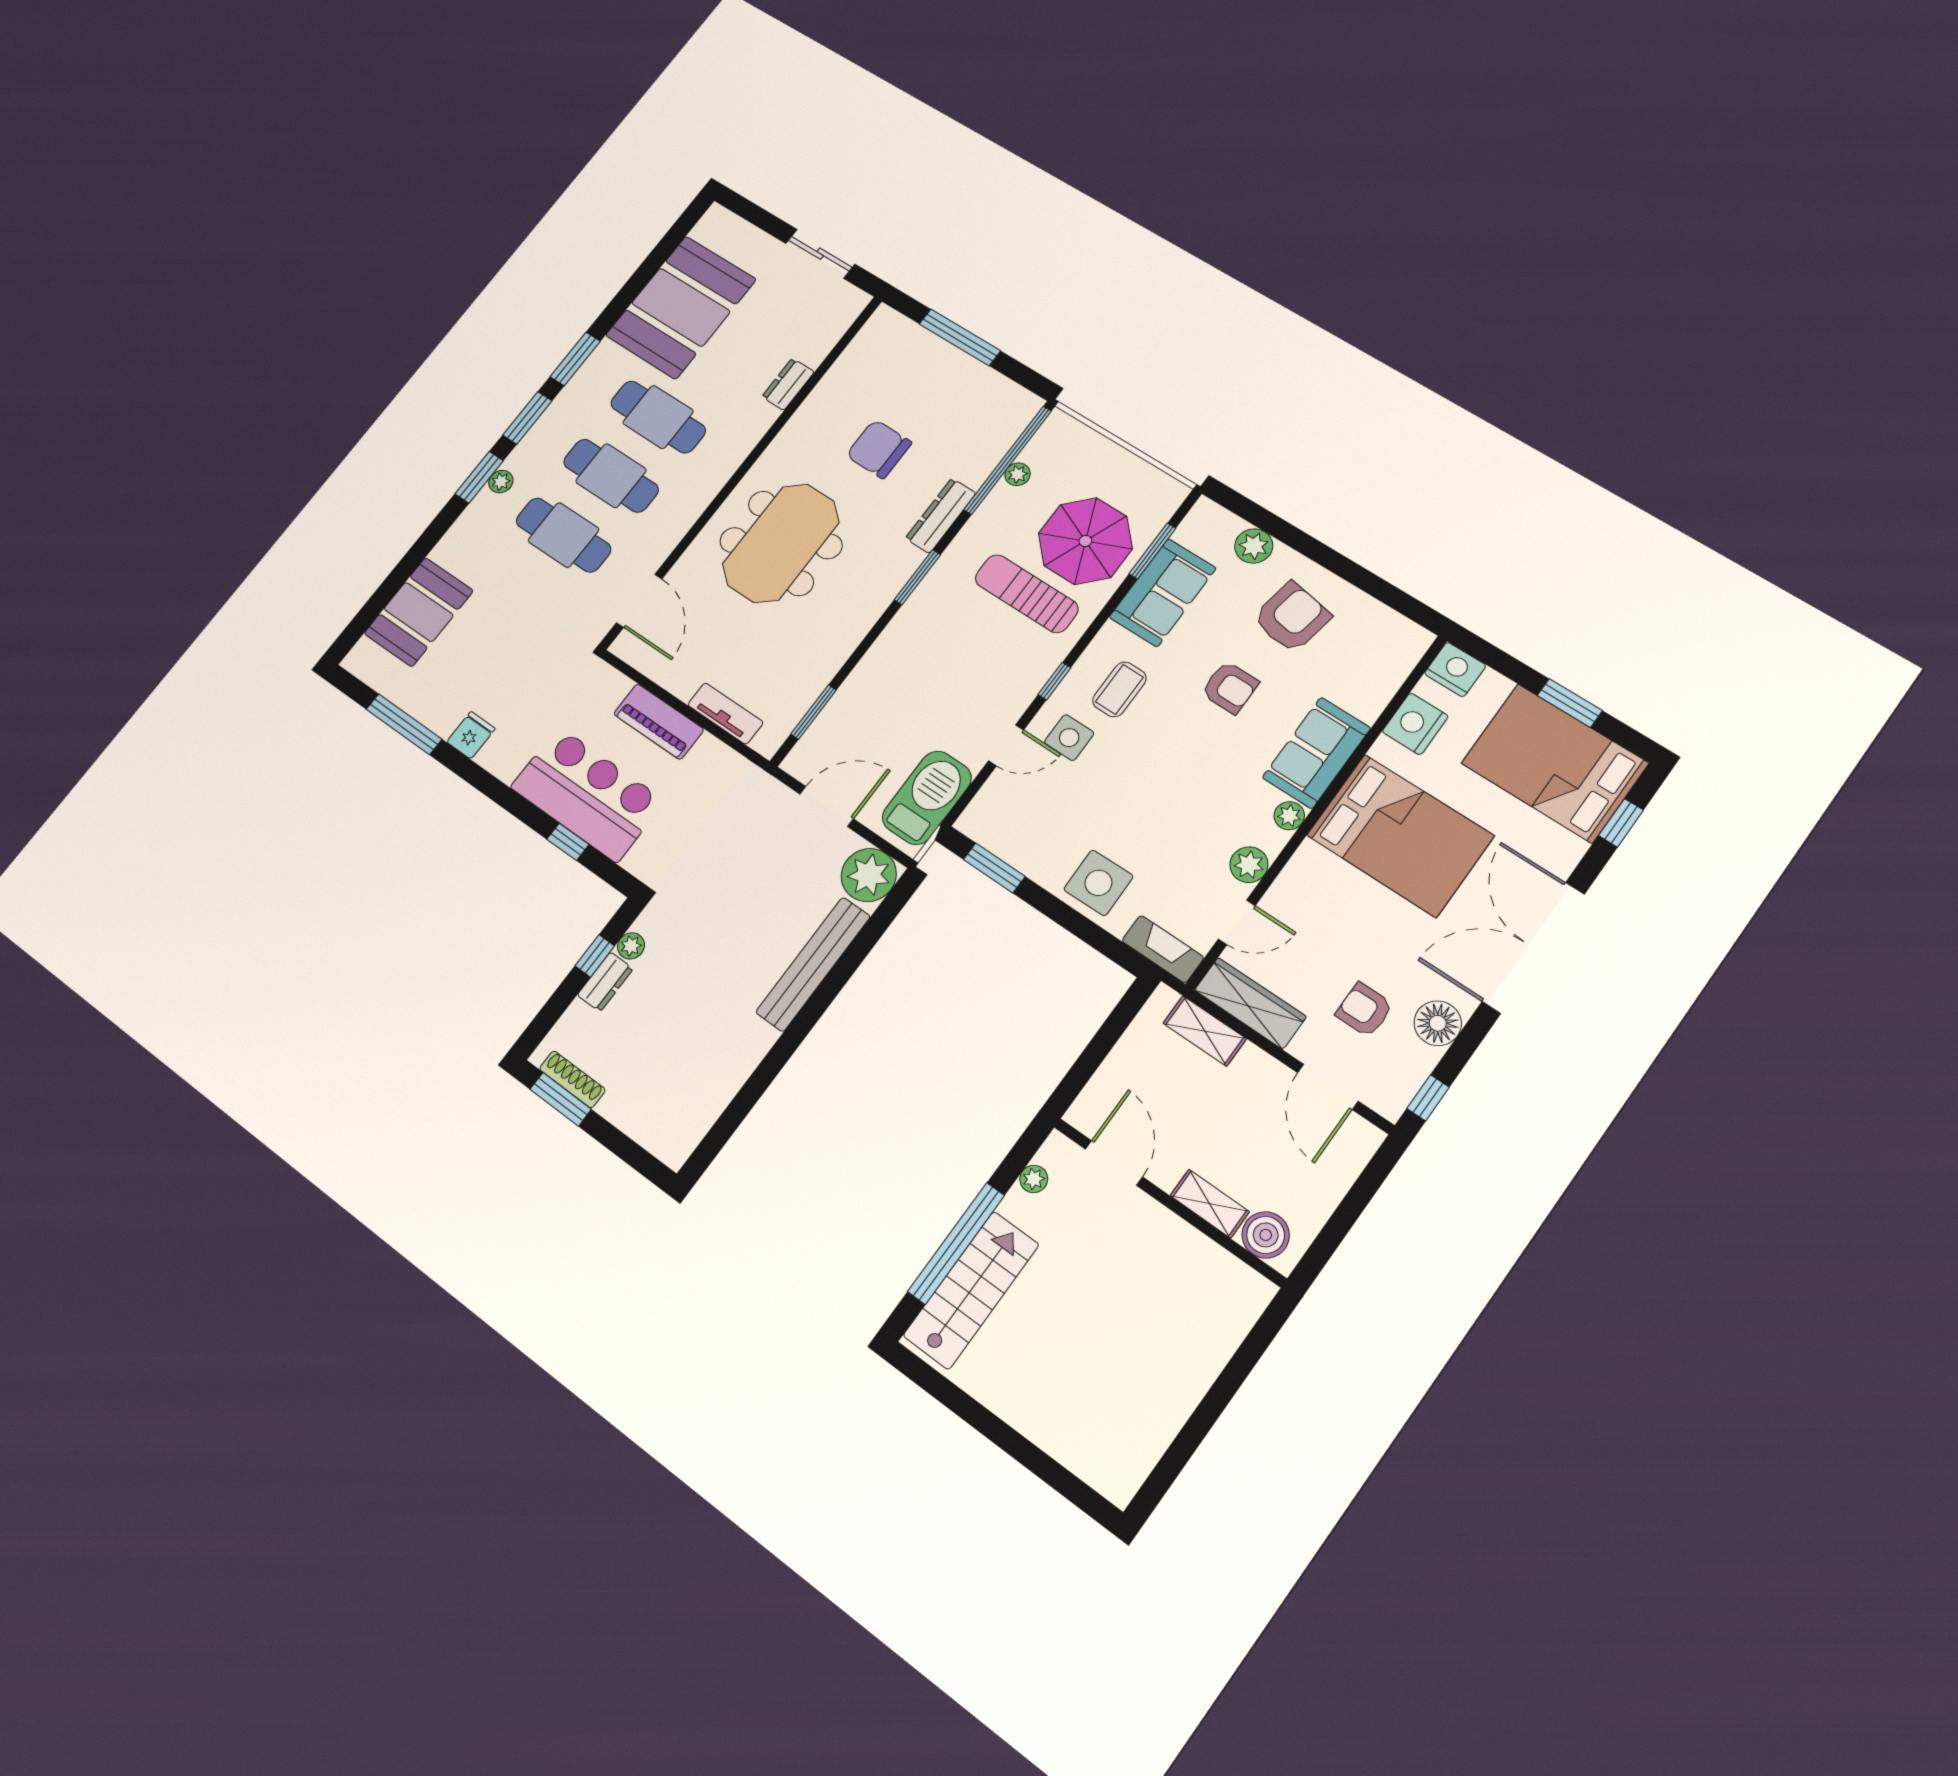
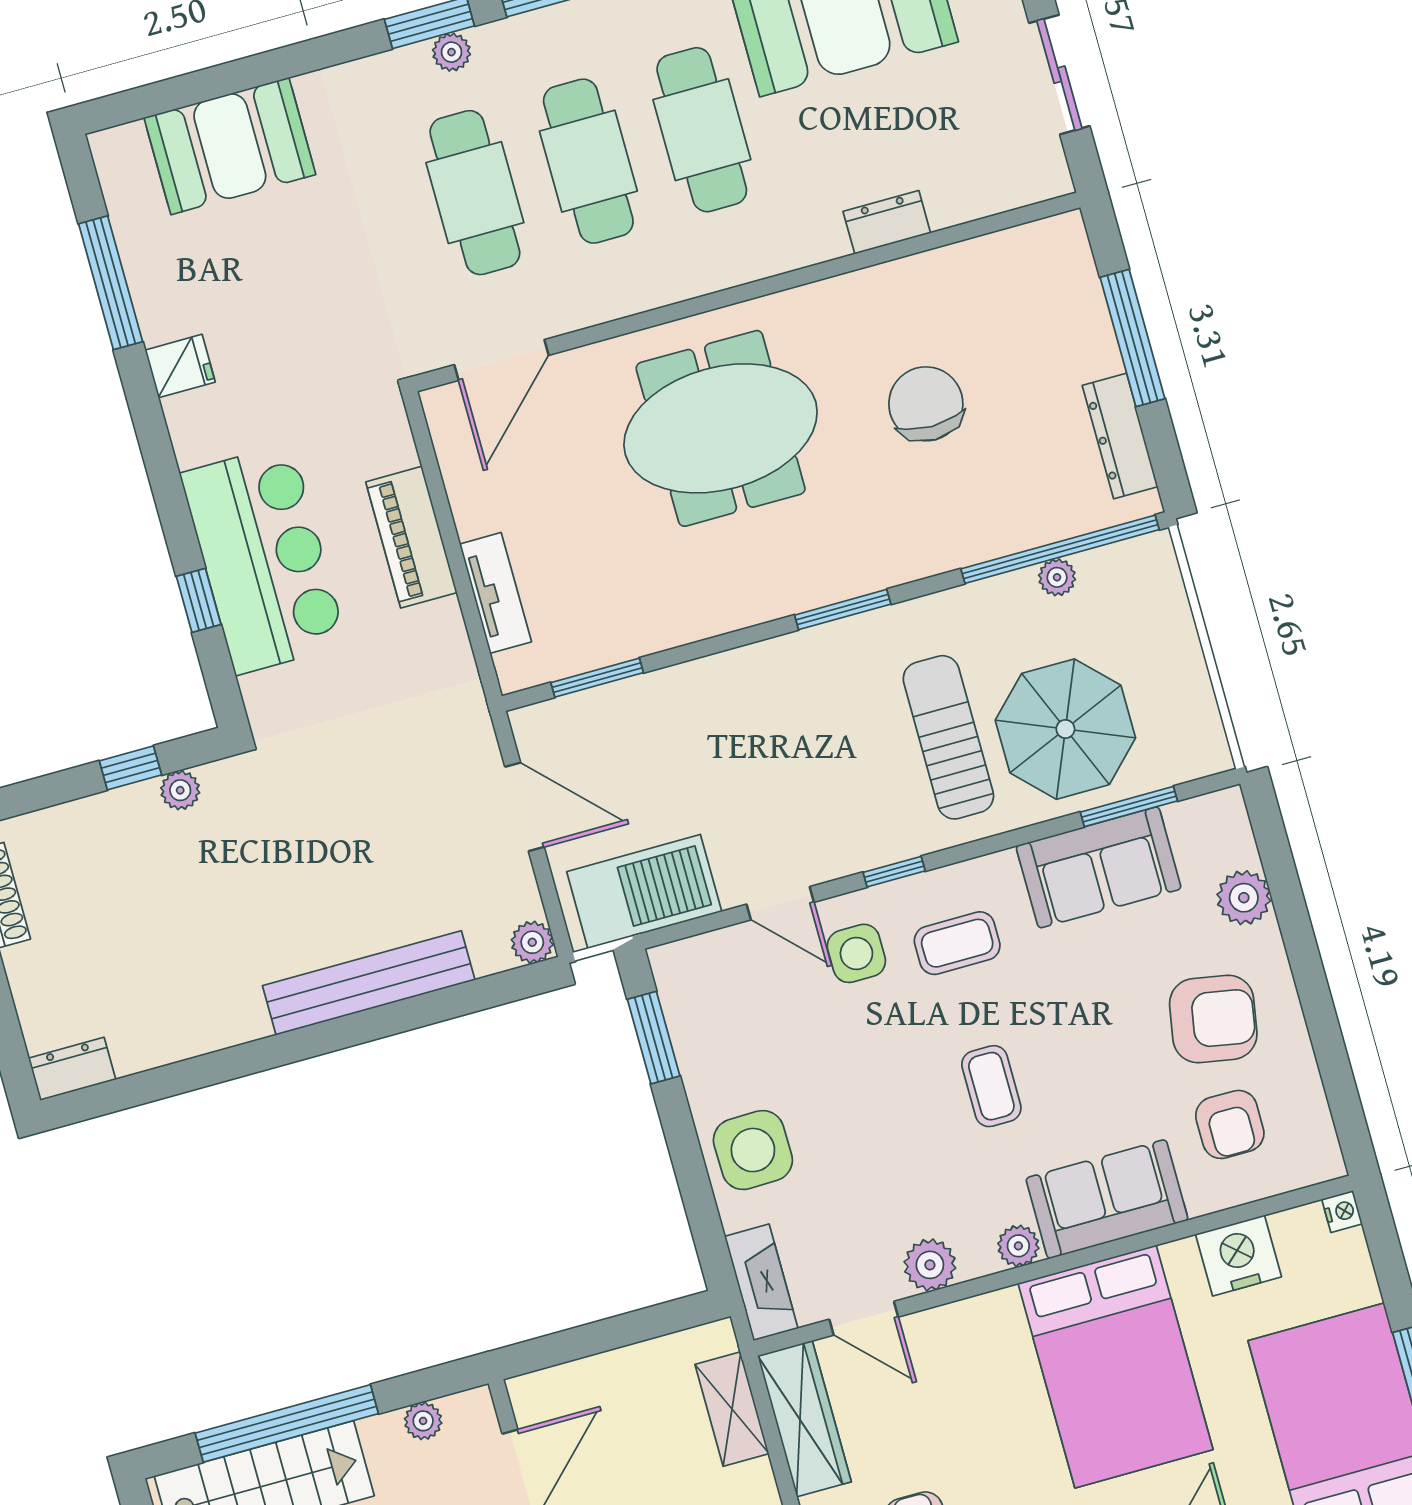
dresser: (941, 516) -> (1120, 436), moved, turned -90
nightstand: (1455, 669) -> (1342, 1211), width x0.53, depth x0.56
armchair: (1230, 687) -> (1230, 1124), moved
coffee table: (1201, 746) -> (991, 1086), added
plant: (869, 875) -> (532, 942), width x0.53, depth x0.53
dresser: (605, 982) -> (72, 1069), moved, turned 180

